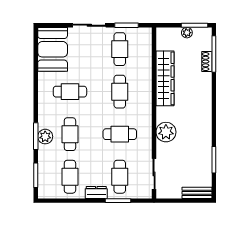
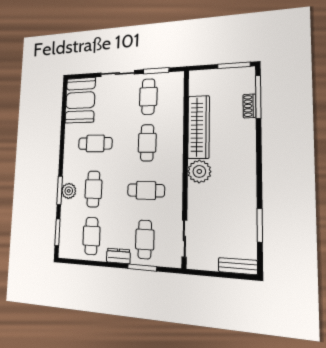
plant: (187, 33) -> (225, 74), removed
plant: (166, 132) -> (199, 171), moved

